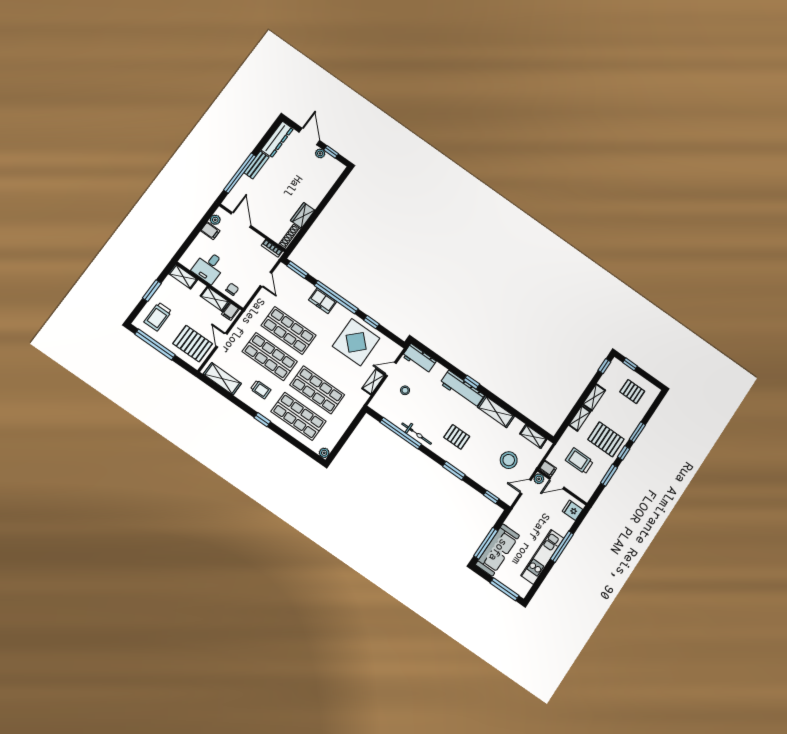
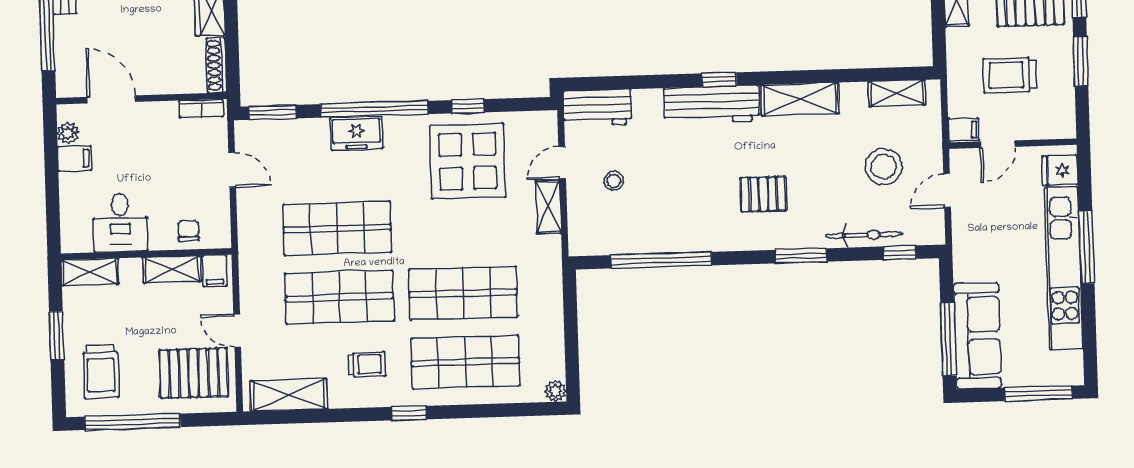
bicycle: (417, 434) -> (864, 235), moved
plant: (539, 479) -> (960, 160), removed
kitchen unit: (542, 557) -> (1064, 268), width x1.36

